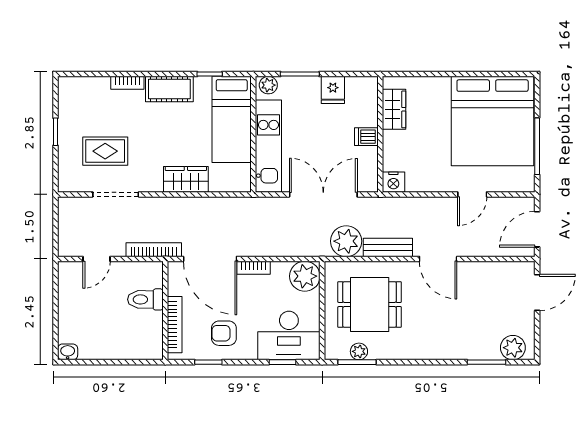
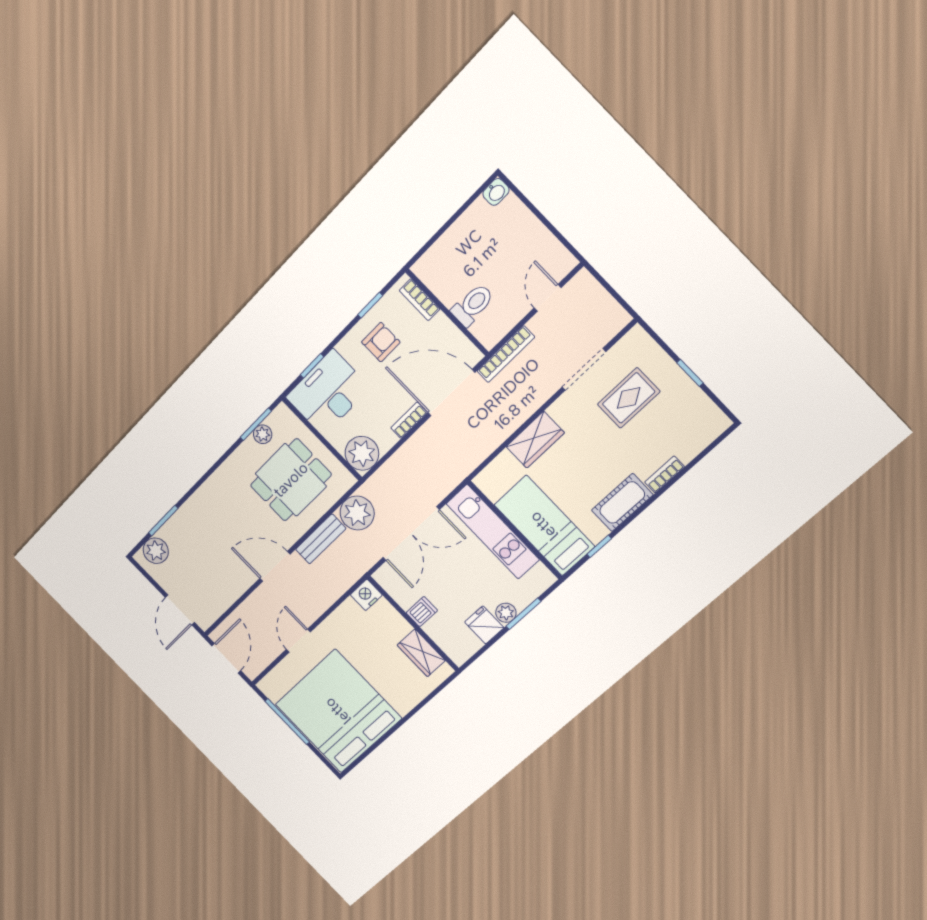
plant: (268, 85) -> (506, 613), moved
bookcase: (175, 325) -> (420, 300), width x0.64

